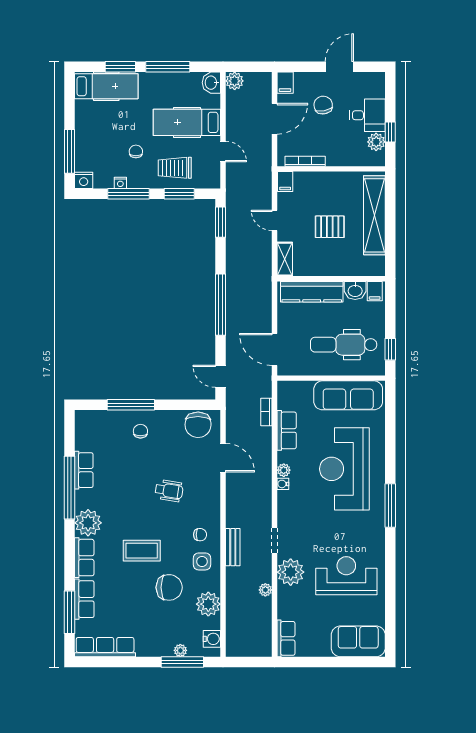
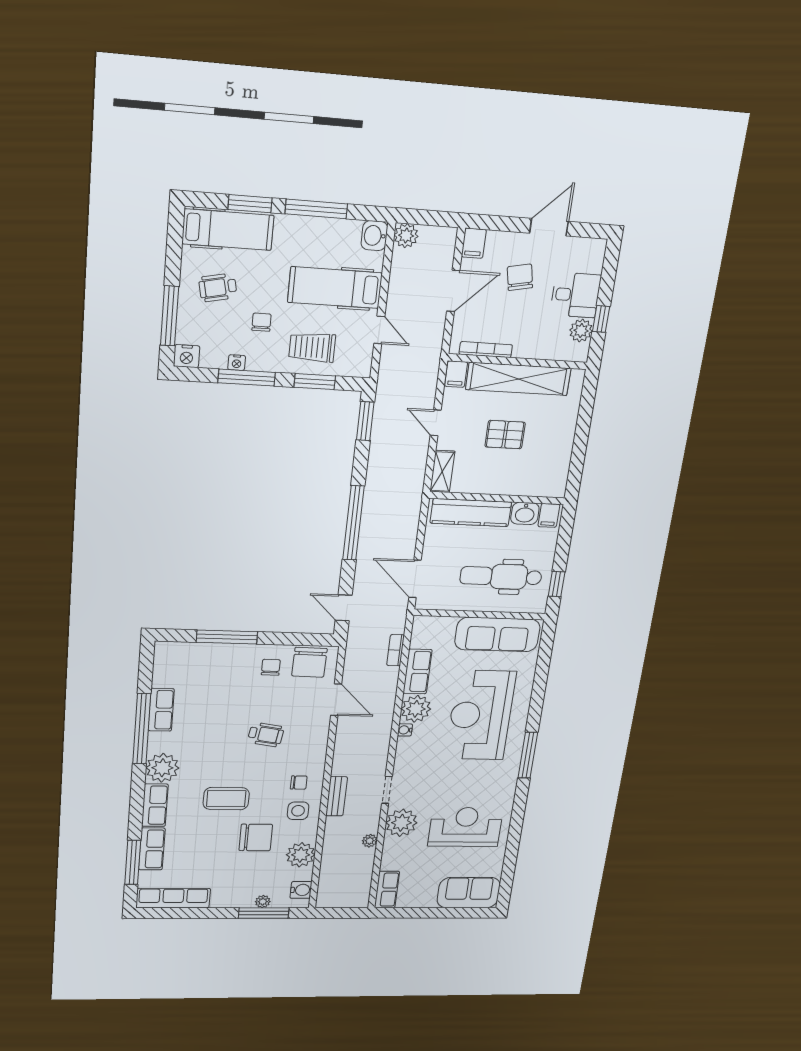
wheelchair: (102, 128) -> (218, 288), added
shelving: (374, 215) -> (518, 379), moved, turned 90
chair: (140, 431) -> (271, 667), moved
plant: (284, 470) -> (416, 709), width x1.88, depth x1.88

